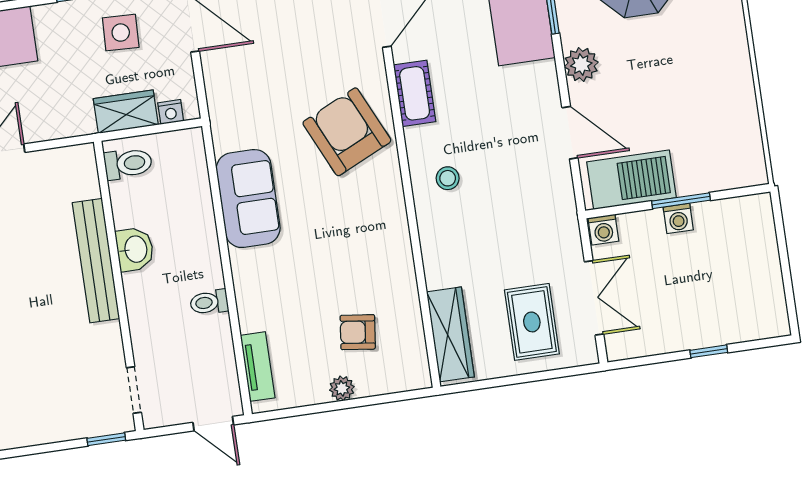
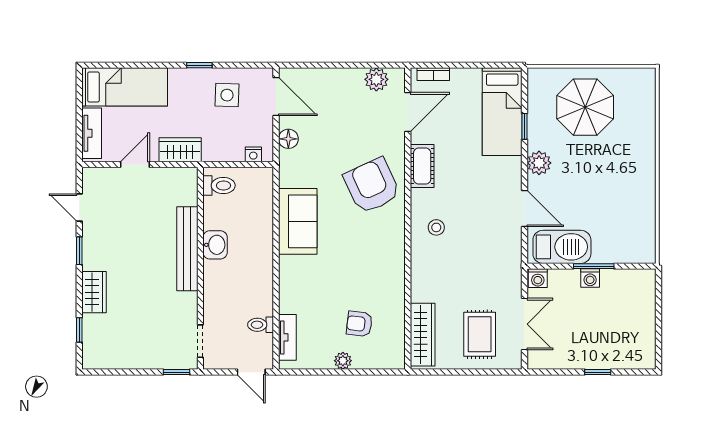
floor lamp: (218, 82) -> (288, 139), added
wardrobe: (126, 112) -> (180, 150), moved
toilet: (209, 302) -> (261, 325), moved

